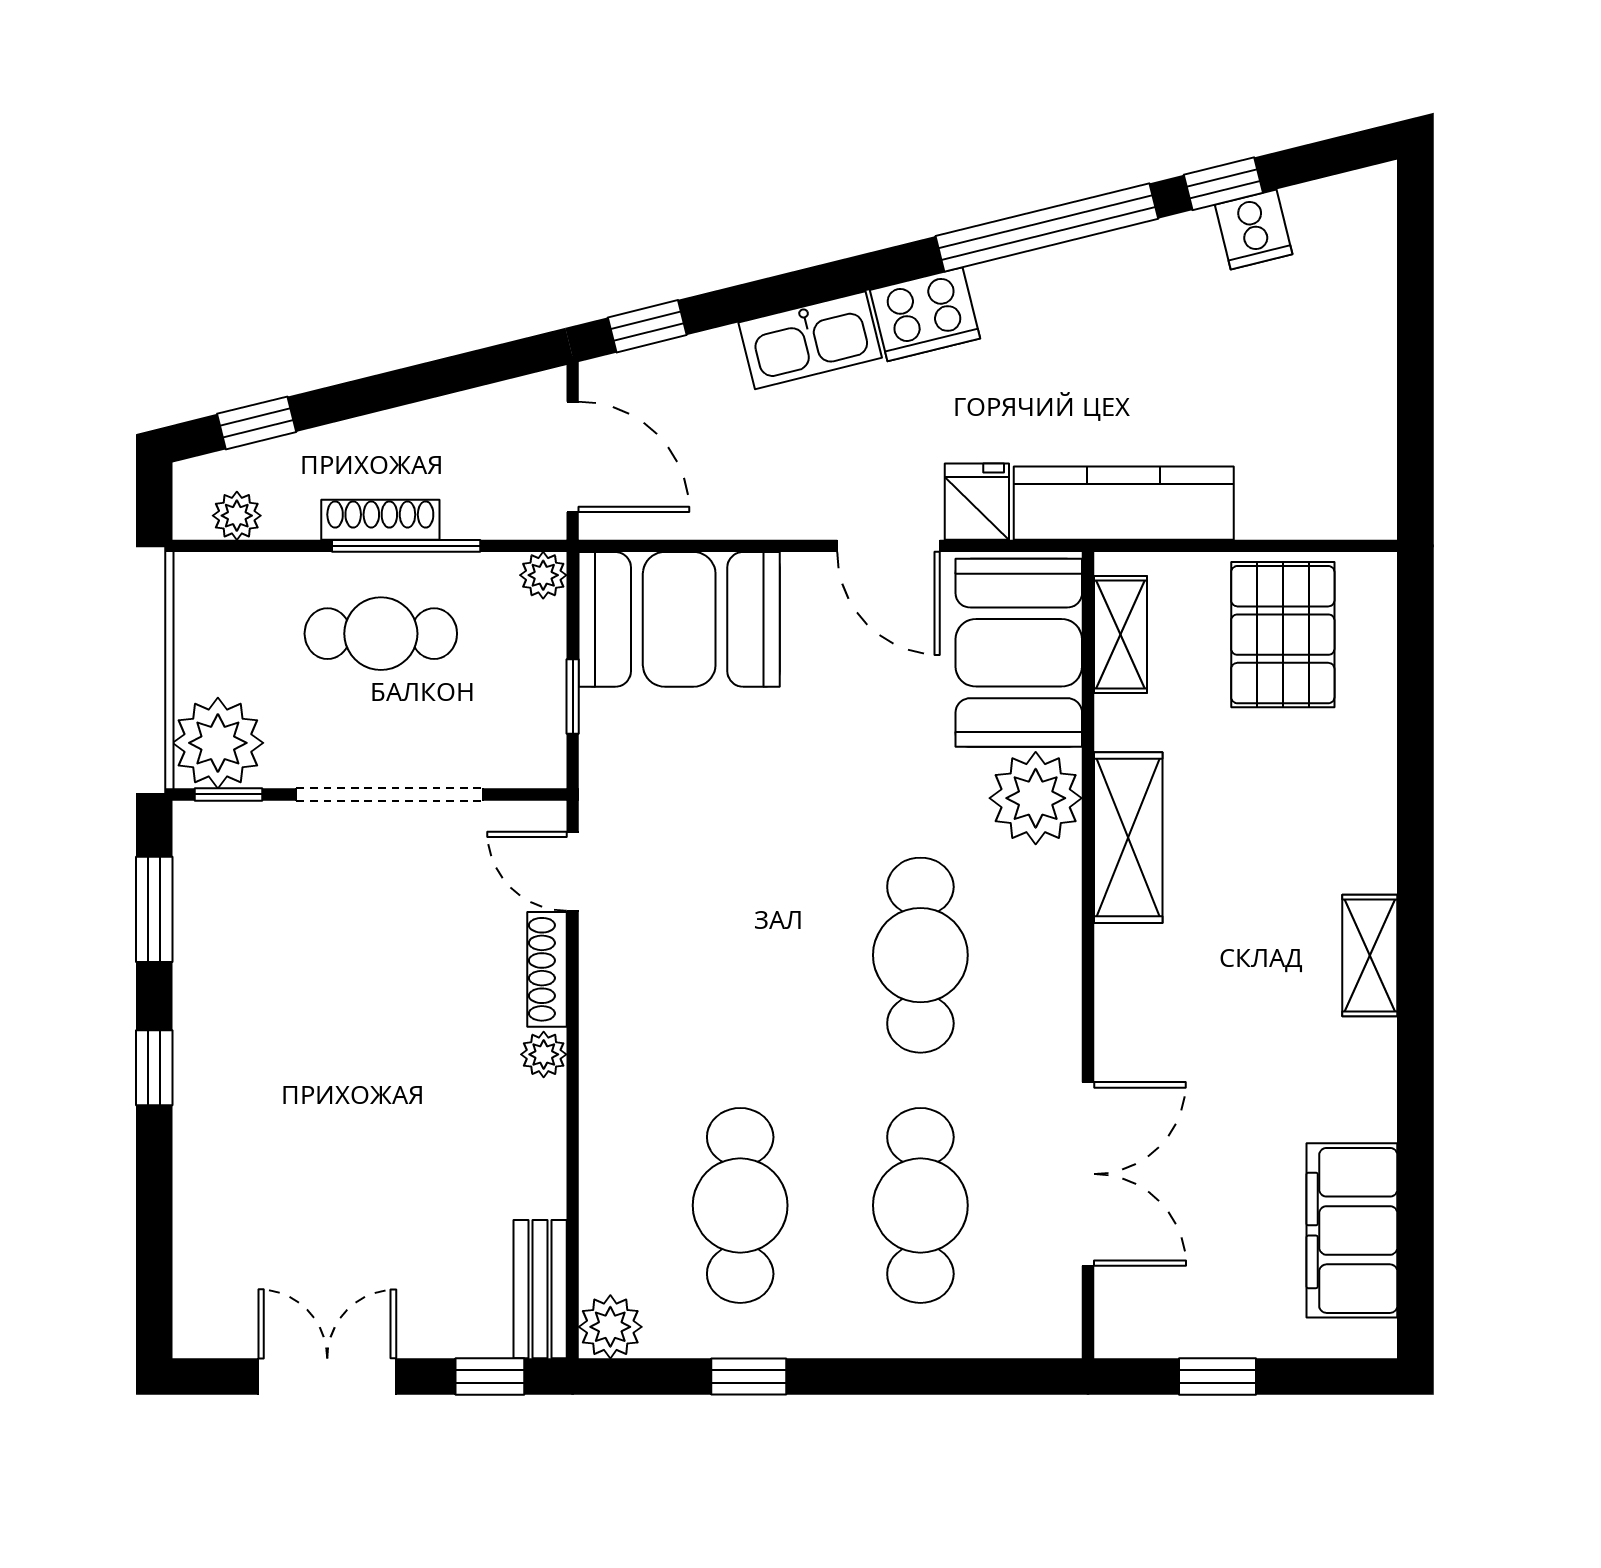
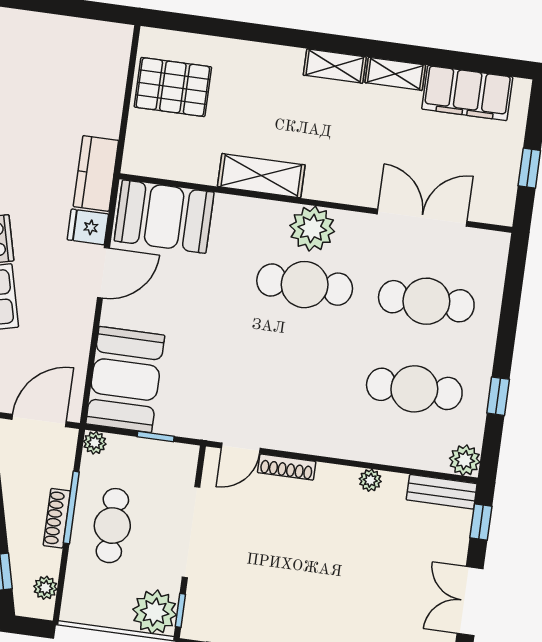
kitchen counter: (1124, 503) -> (96, 173), width x0.67
shelving: (1120, 635) -> (395, 74), moved
plant: (1036, 798) -> (312, 229), moved
plant: (544, 1054) -> (370, 480), moved

